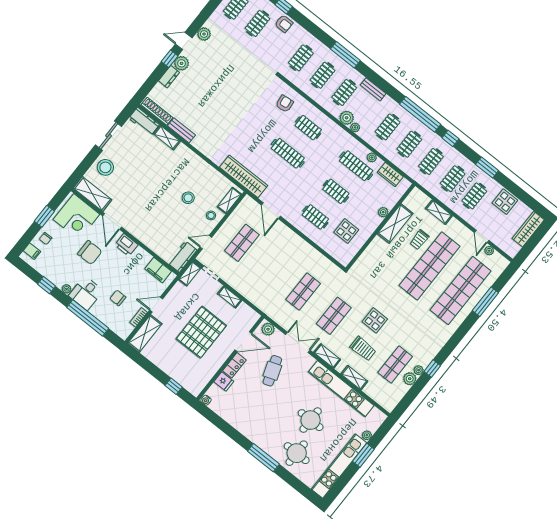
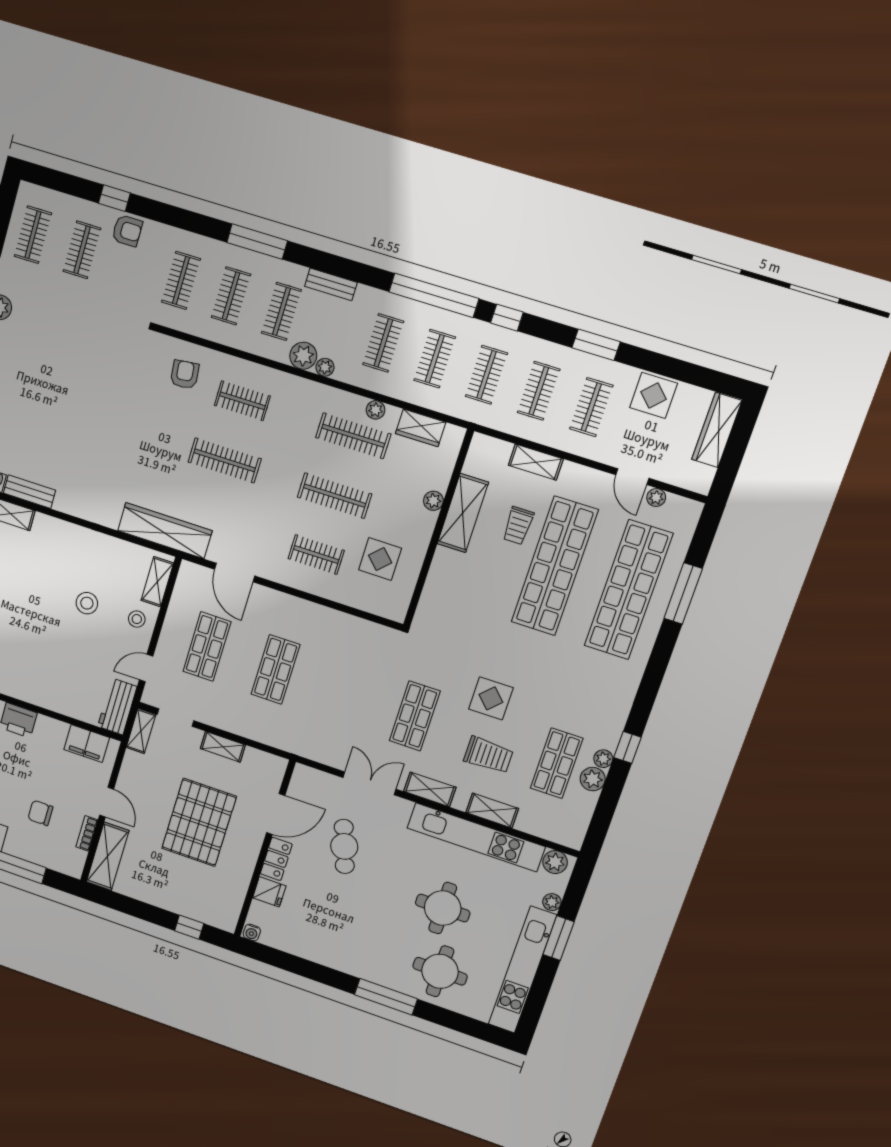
clothes rail: (336, 191) -> (335, 496), width x1.36
shop shelf: (303, 291) -> (276, 669), moved
door: (156, 305) -> (107, 802), swing flipped
plant: (268, 329) -> (555, 862), moved

